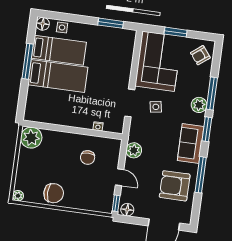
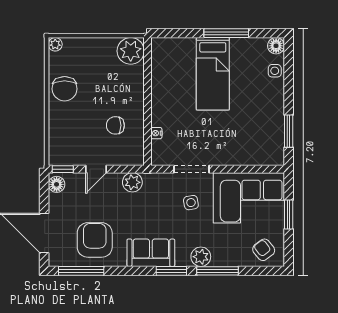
bed: (59, 50) -> (245, 71), removed
window: (201, 175) -> (81, 271), moved

